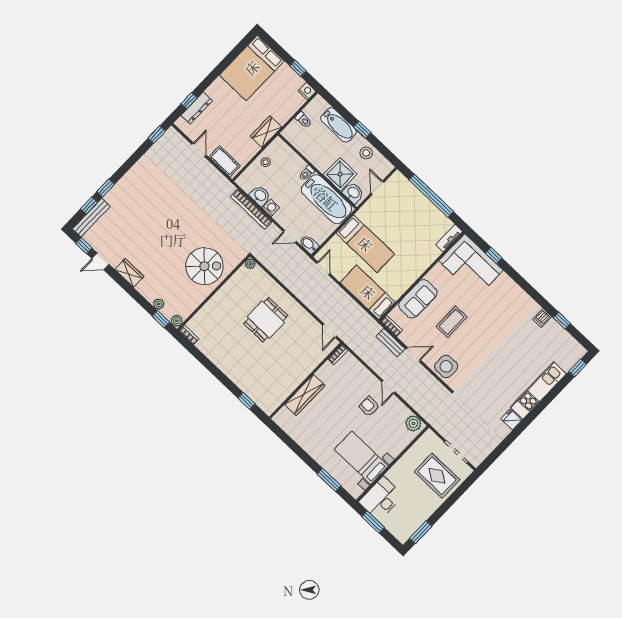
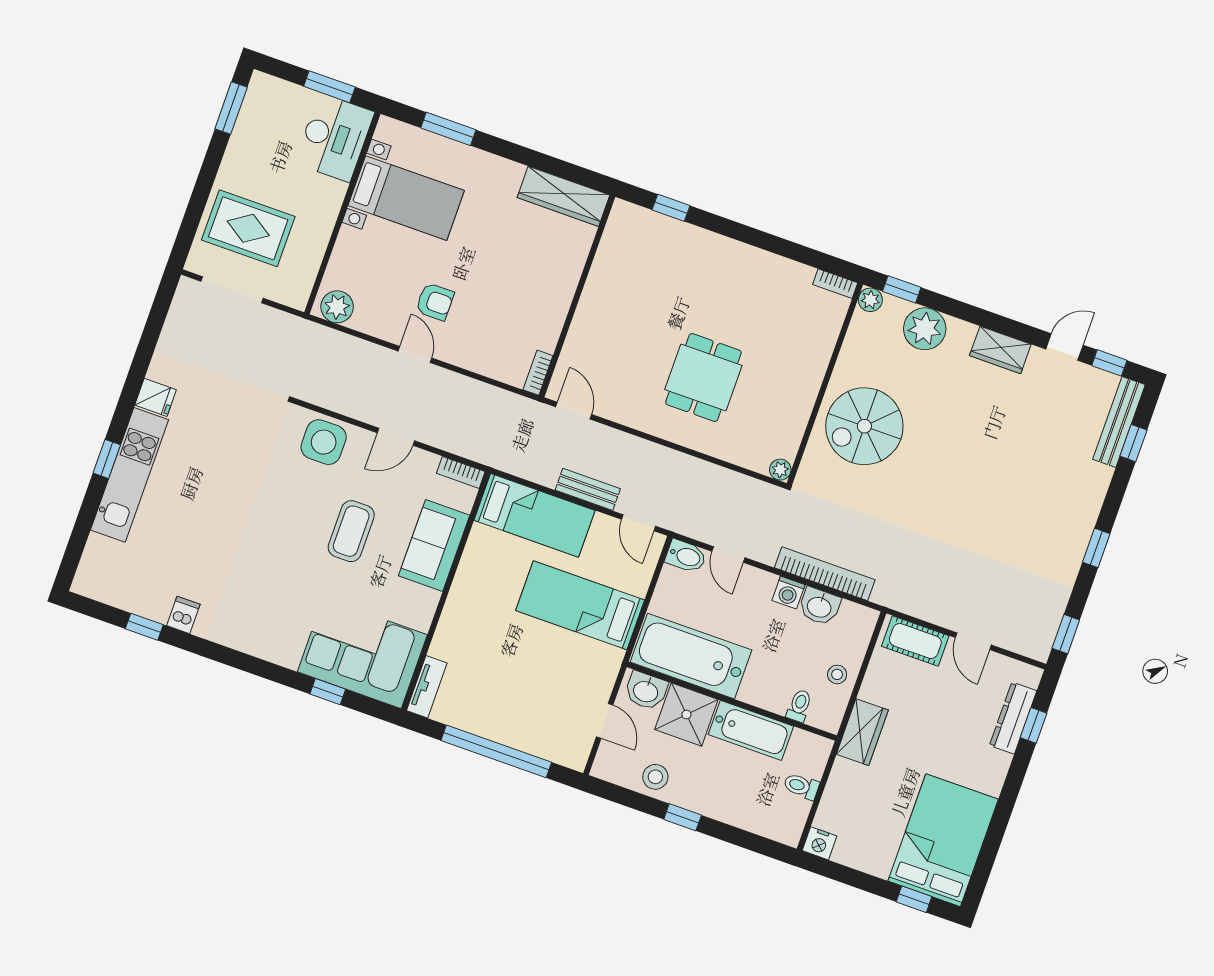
window: (298, 68) -> (914, 899), moved
bathtub: (338, 125) -> (751, 730), moved, turned 180
toilet: (307, 173) -> (799, 706), moved
window: (106, 188) -> (1096, 548), moved
door: (290, 237) -> (728, 555), swing flipped
plant: (159, 304) -> (925, 329), width x1.87, depth x1.87
bench: (391, 343) -> (588, 489), moved
window: (578, 368) -> (107, 459), moved
wardrobe: (305, 395) -> (563, 196), moved, turned -90

